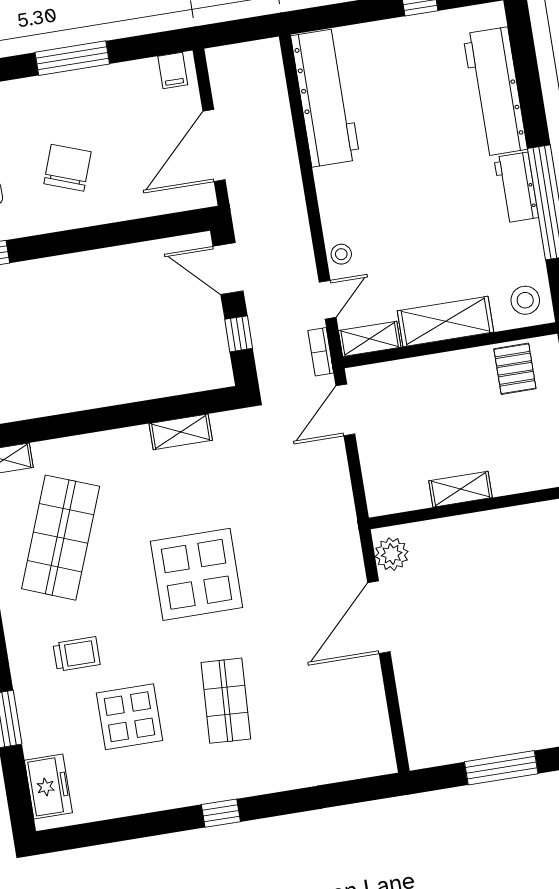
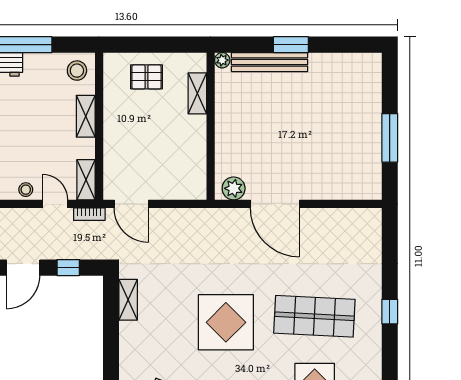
shelving: (446, 321) -> (86, 116), width x0.67, depth x0.75
pallet: (515, 369) -> (147, 77), moved
shelving: (181, 432) -> (128, 300), moved
shelving: (461, 489) -> (197, 93), moved
shop shelf: (226, 701) -> (314, 316), width x1.43, depth x1.36
window: (221, 813) -> (390, 312), moved

